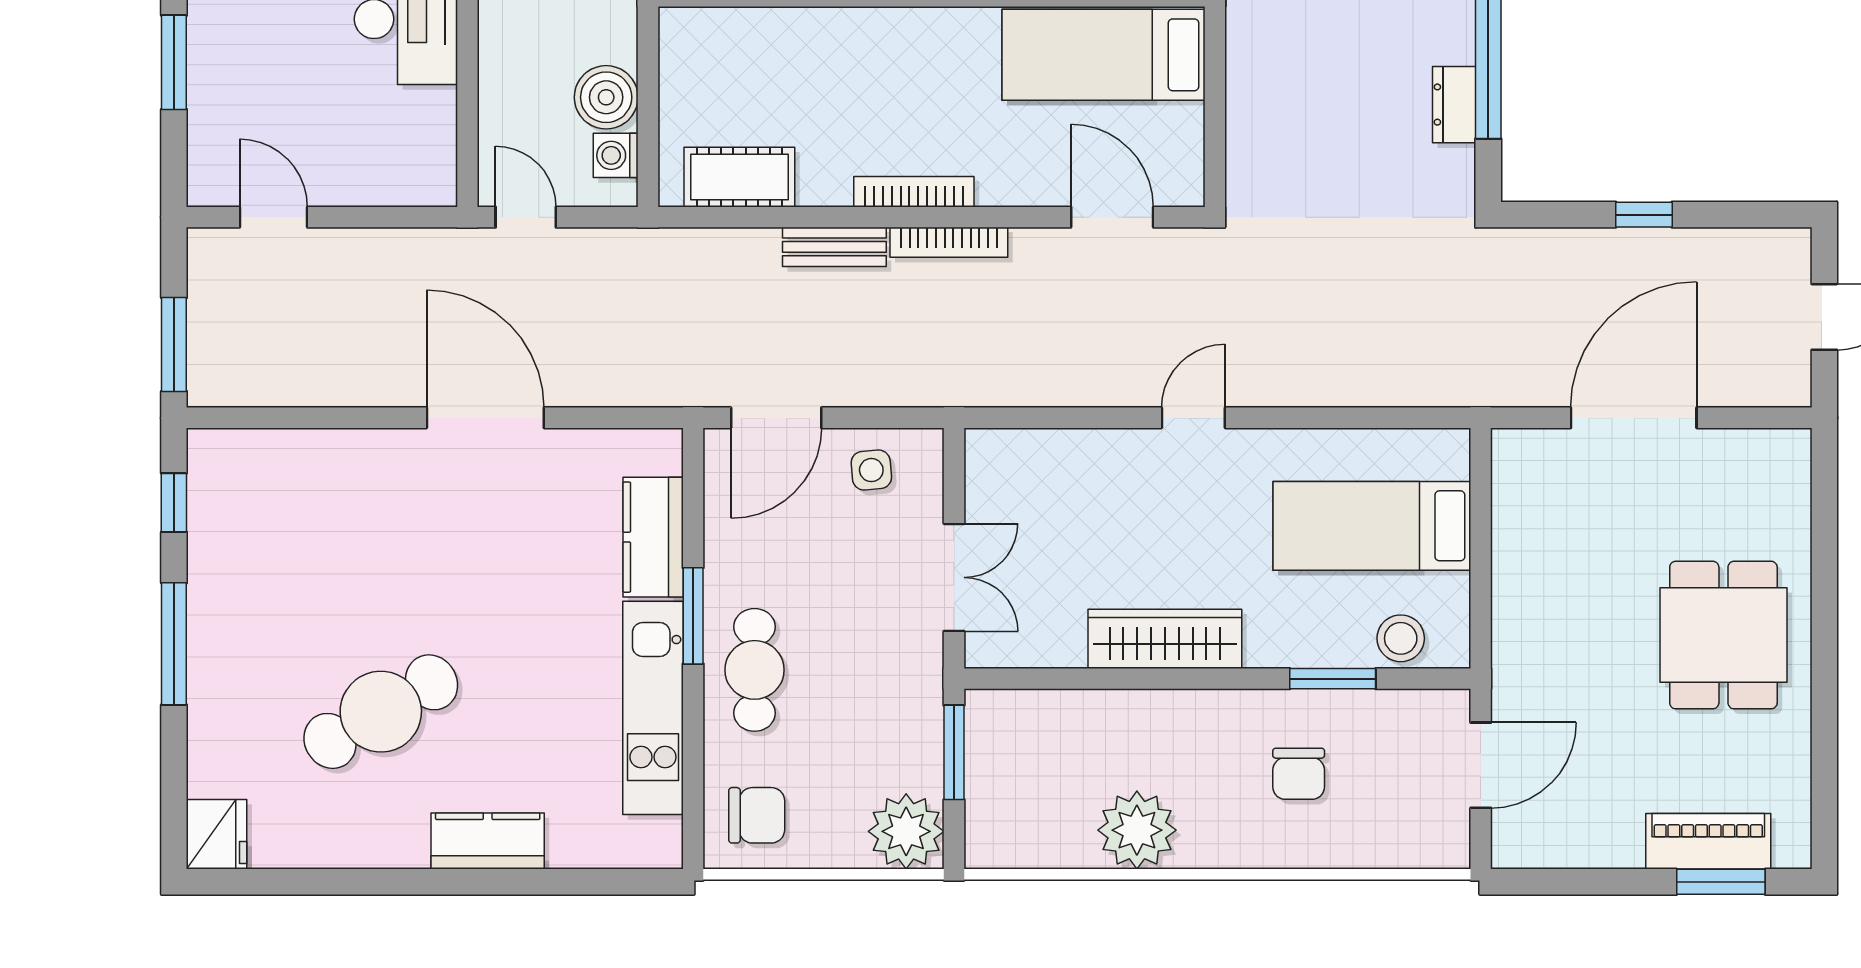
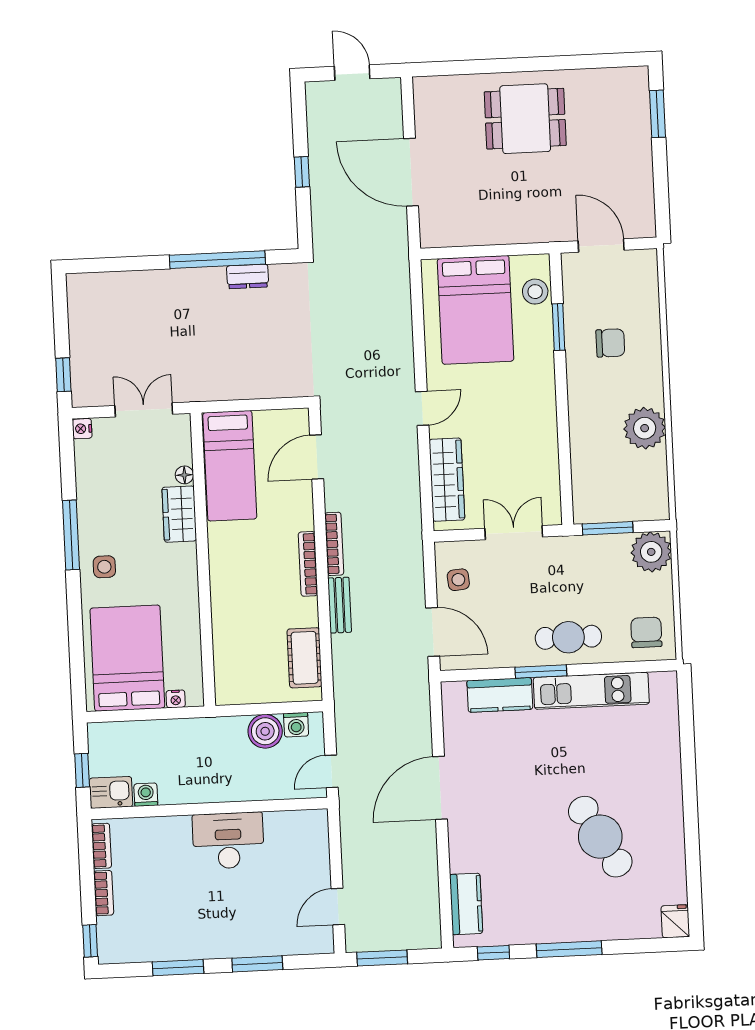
window: (174, 344) -> (382, 958), moved
door: (1193, 418) -> (422, 408), swing flipped
bed: (1372, 526) -> (476, 310), width x1.50
wardrobe: (1165, 639) -> (447, 480), moved, turned 180
fridge: (217, 834) -> (675, 921), width x0.72
kitchen counter: (488, 841) -> (466, 904), moved, turned 180
piano: (1708, 841) -> (636, 122), removed

